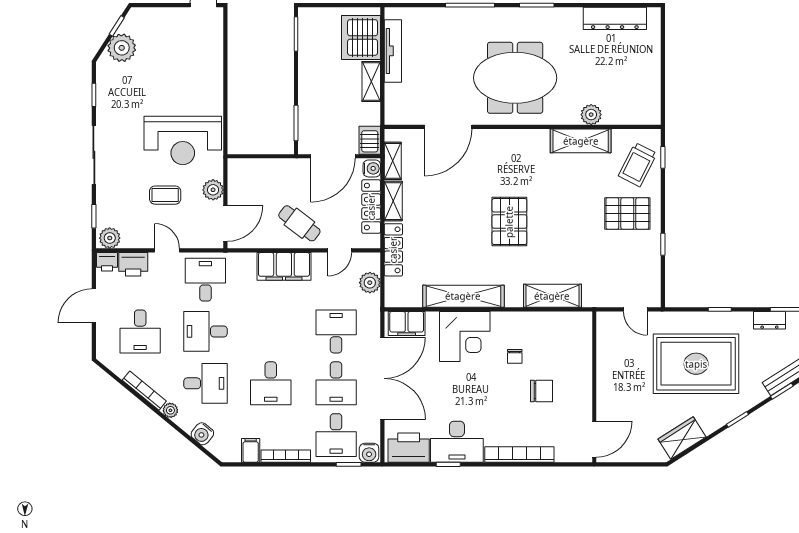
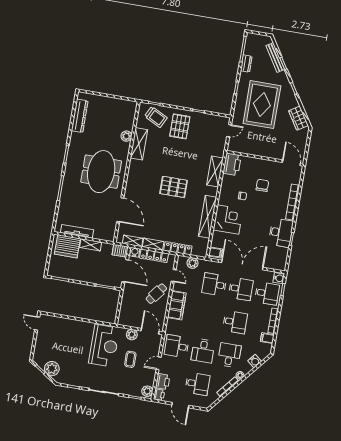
filing cabinet: (407, 323) -> (216, 253), width x0.50
printer: (409, 448) -> (232, 164), moved, turned 180

